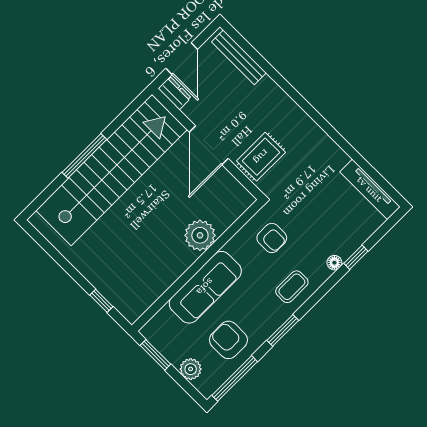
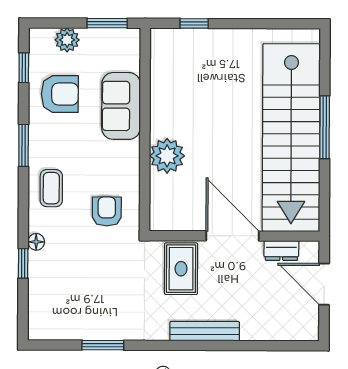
bench: (239, 57) -> (205, 331), moved
dresser: (175, 93) -> (281, 251), moved
window: (357, 157) -> (103, 345), added
tv unit: (370, 189) -> (66, 330), removed
armchair: (272, 238) -> (107, 211), turned 90
sofa: (205, 287) -> (121, 106), width x0.73
window: (235, 378) -> (24, 68), width x0.46

